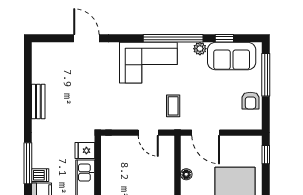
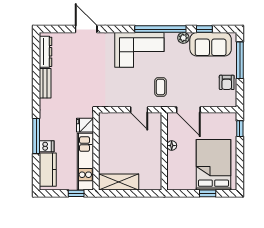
dresser: (39, 65) -> (46, 52), added

